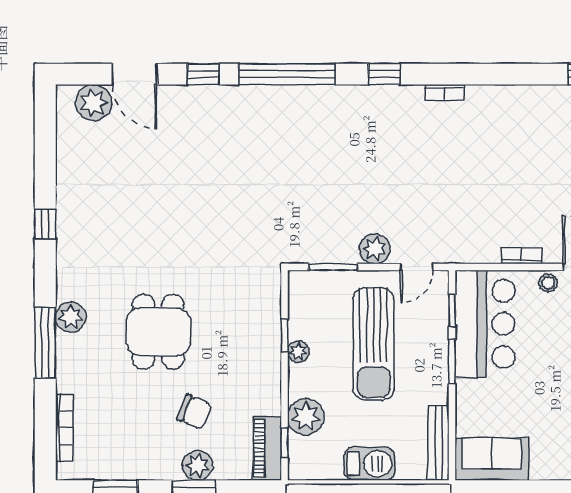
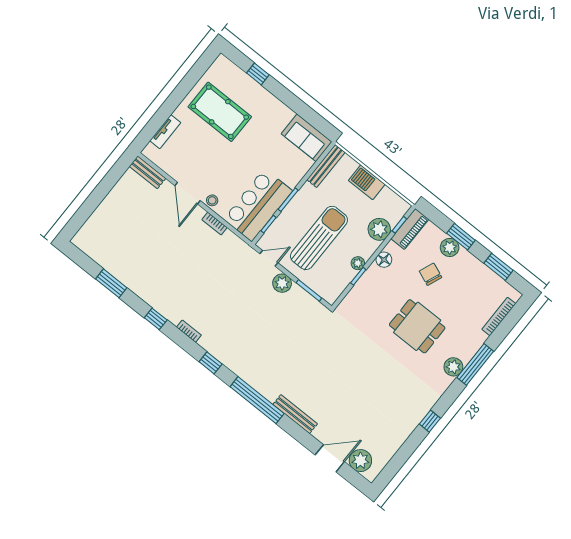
door: (135, 74) -> (330, 458), hinge flipped
window: (203, 74) -> (156, 319), moved
bench: (224, 95) -> (295, 414), added
dining table: (158, 332) -> (417, 326), turned 90
floor lamp: (269, 383) -> (384, 260), added

